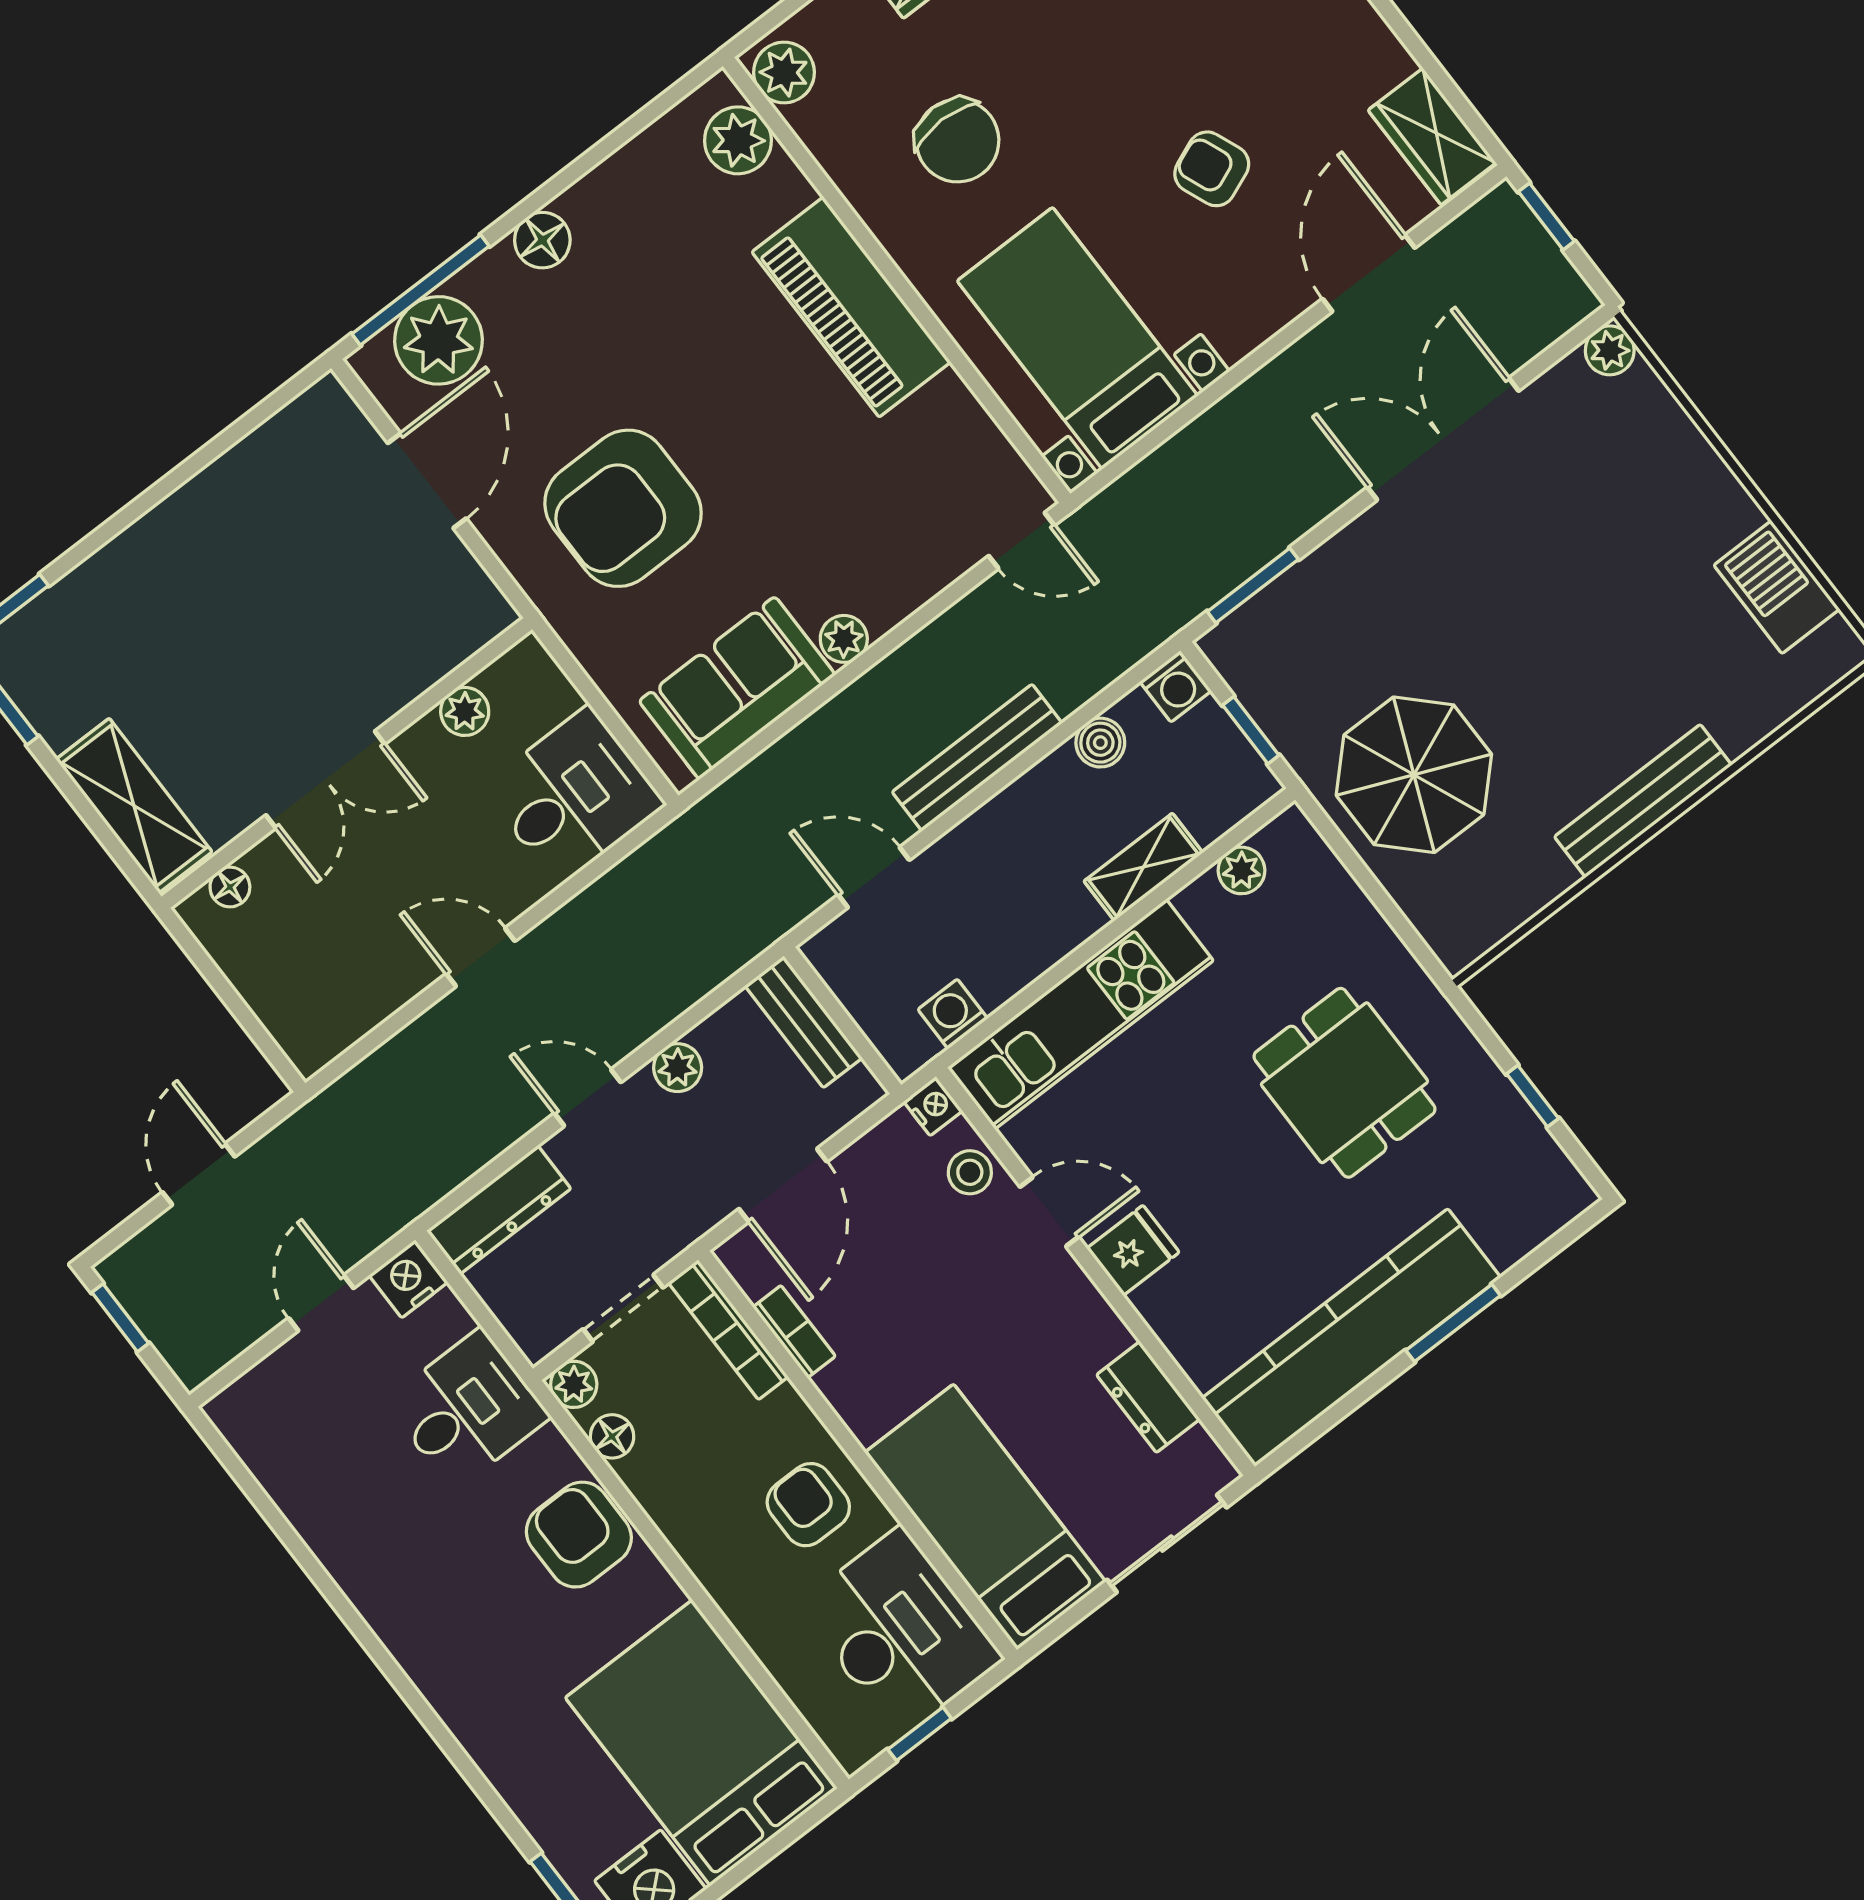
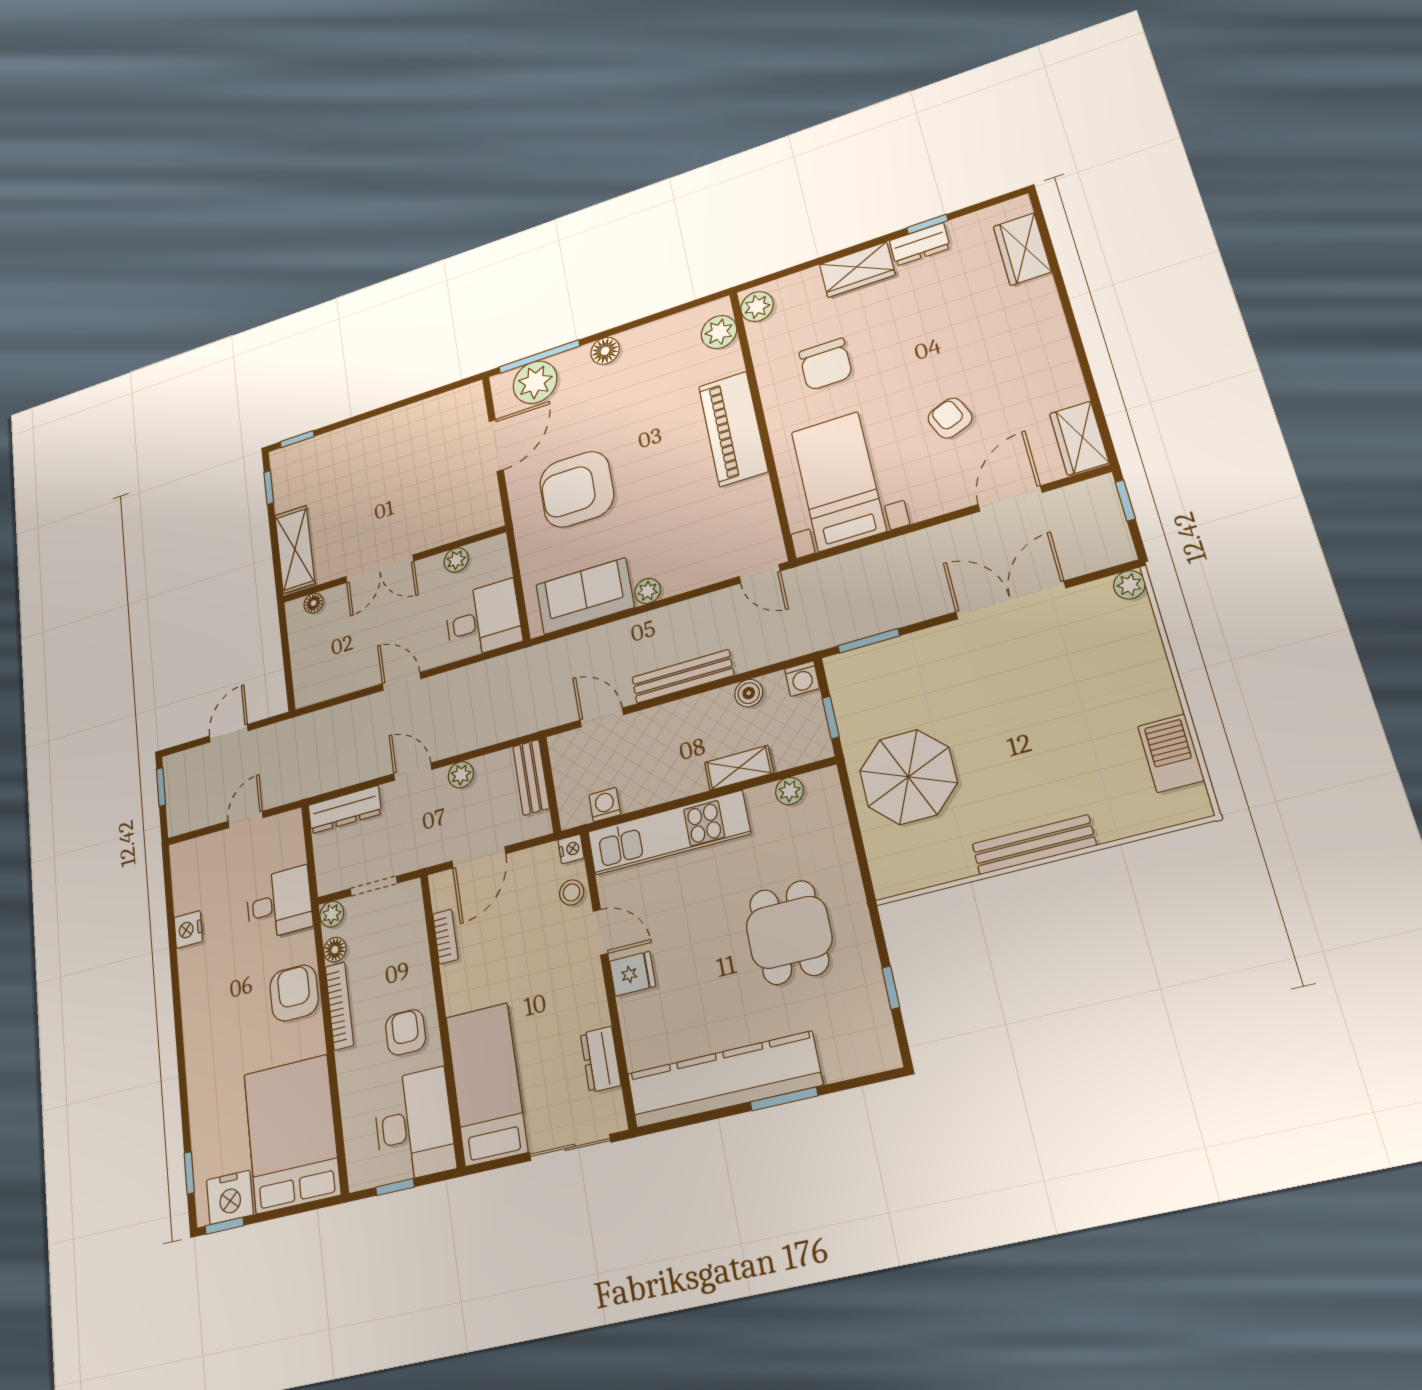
nightstand: (408, 1279) -> (188, 929), moved, turned -90
bookcase: (728, 1330) -> (339, 1006), moved, turned 180

